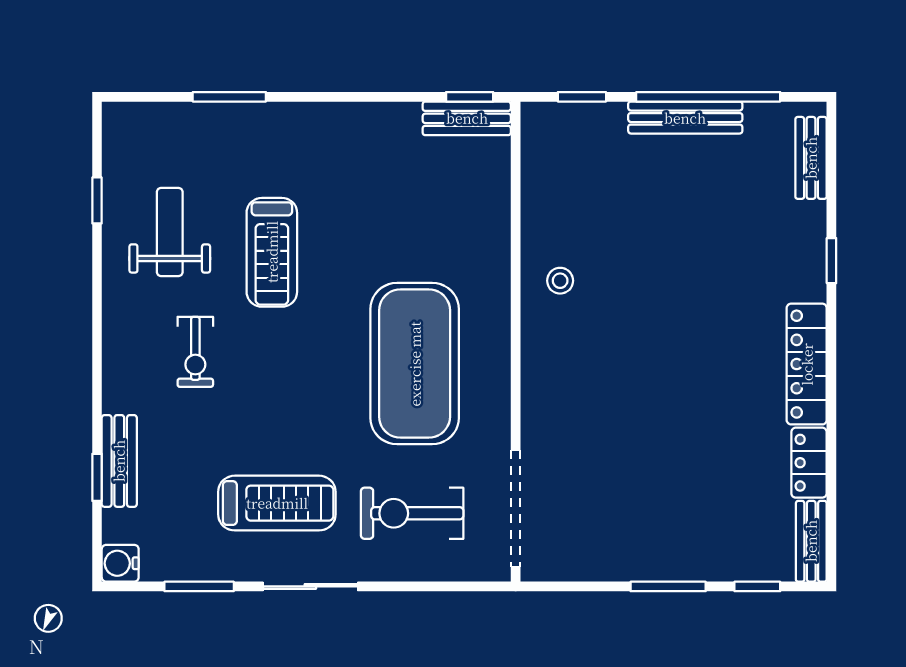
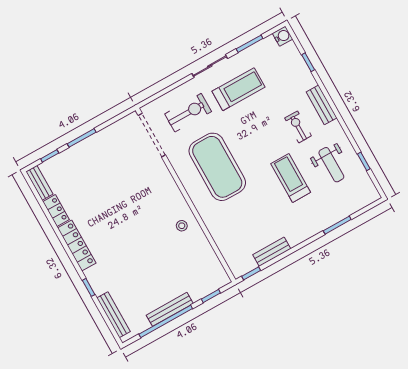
bench: (467, 118) -> (272, 252), moved
bench: (811, 158) -> (114, 315), width x1.36
bench: (119, 461) -> (322, 105), moved
treadmill: (277, 503) -> (239, 89), turned 180

